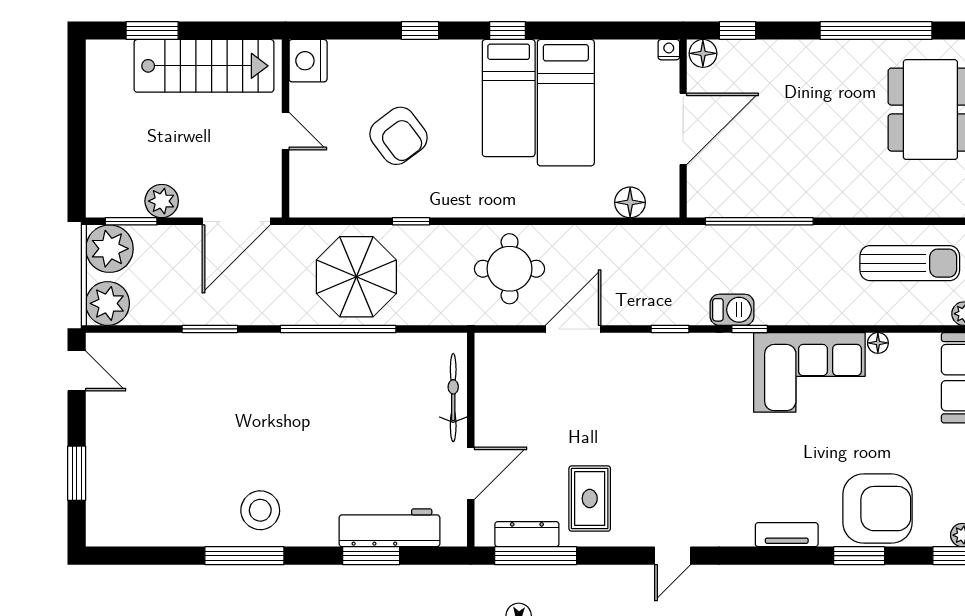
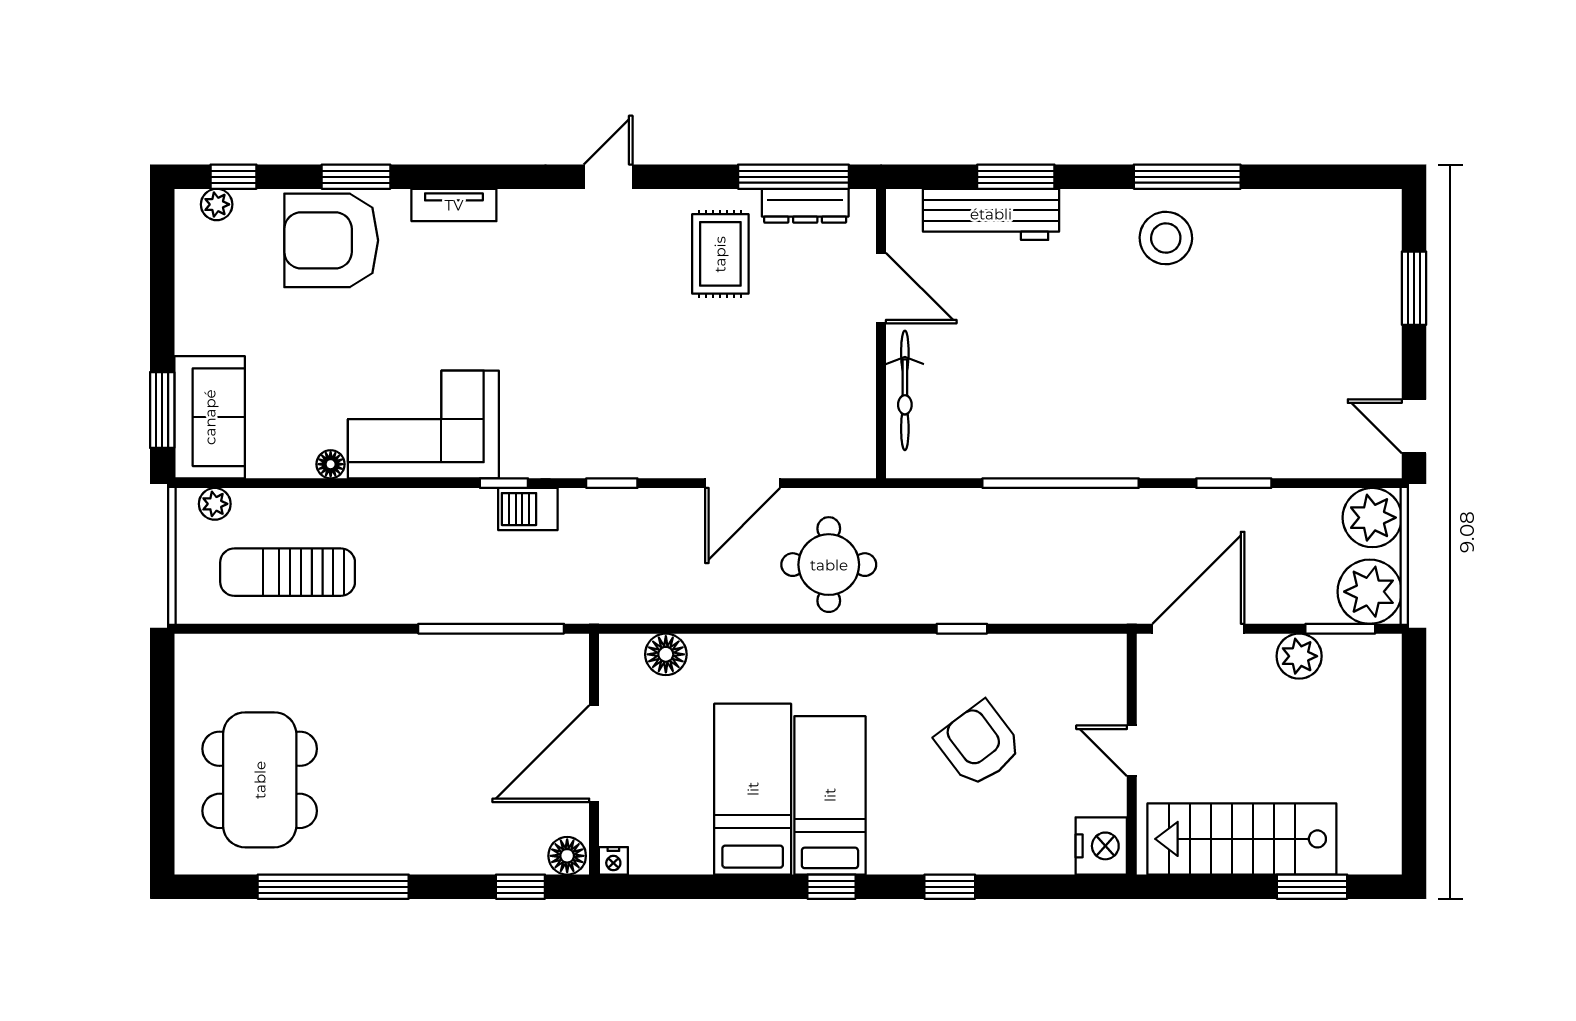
parasol: (356, 277) -> (1036, 554), removed
door: (471, 473) -> (881, 288), swing flipped

